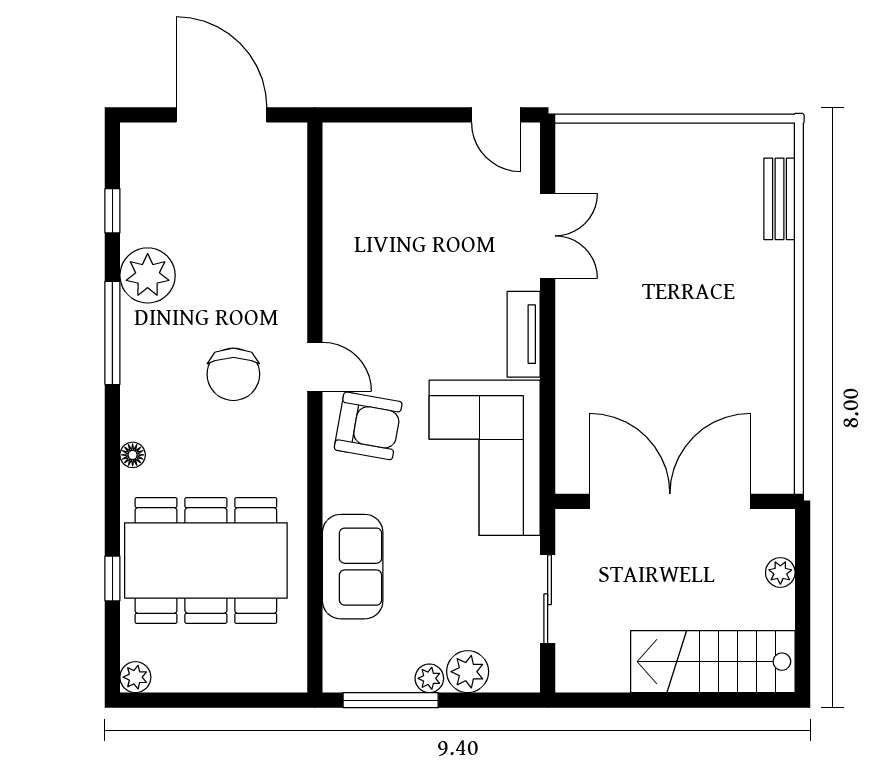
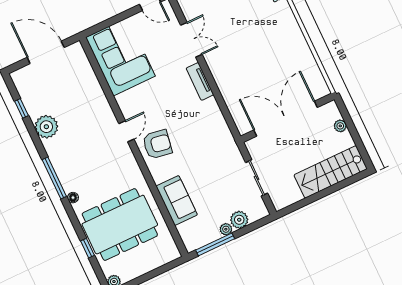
window: (112, 333) -> (54, 178), moved
door: (315, 367) -> (126, 131), hinge flipped
chair: (233, 374) -> (97, 149), removed
corner sofa: (485, 458) -> (120, 57), moved, turned 180

